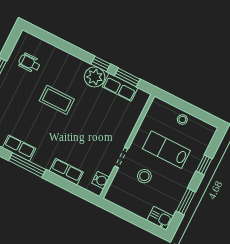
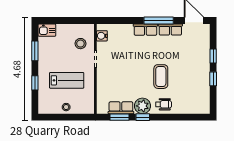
wheelchair: (29, 63) -> (163, 104), moved
coffee table: (57, 100) -> (161, 77), turned 90
row of seats: (66, 172) -> (145, 30), moved
stool: (144, 176) -> (80, 44), moved

